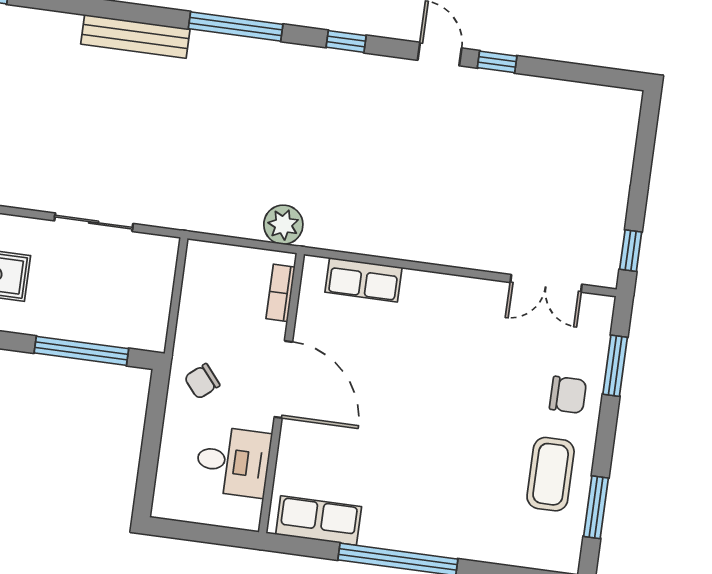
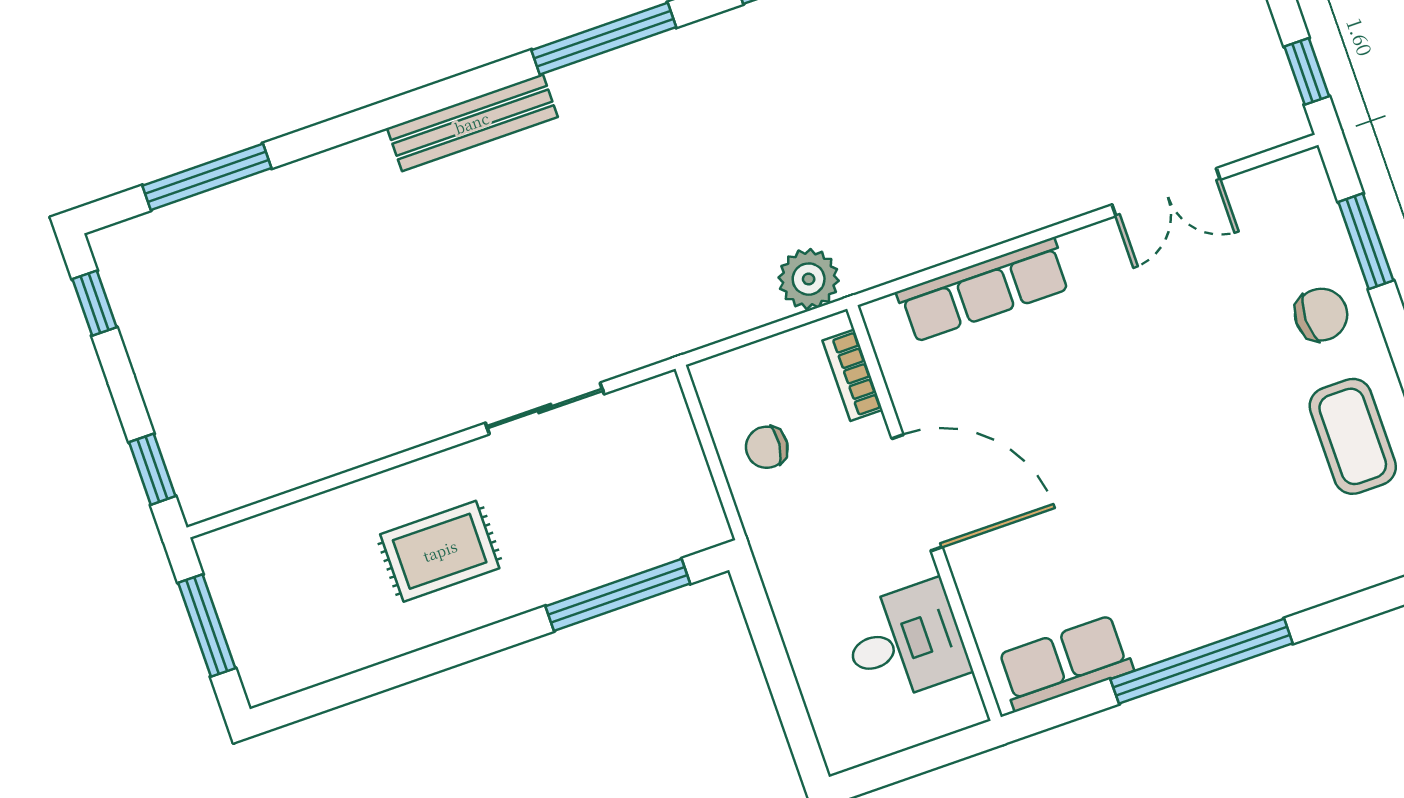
row of seats: (363, 280) -> (984, 290), width x1.48
double door: (546, 283) -> (1166, 192), moved
chair: (202, 381) -> (767, 447), moved, turned 46

